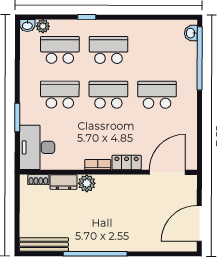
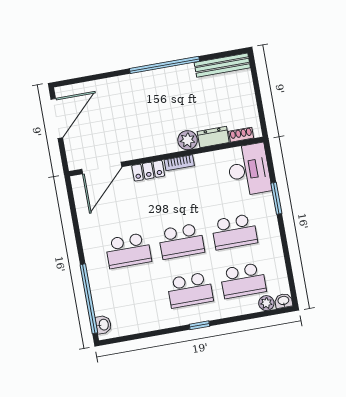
window: (87, 17) -> (199, 325), moved

